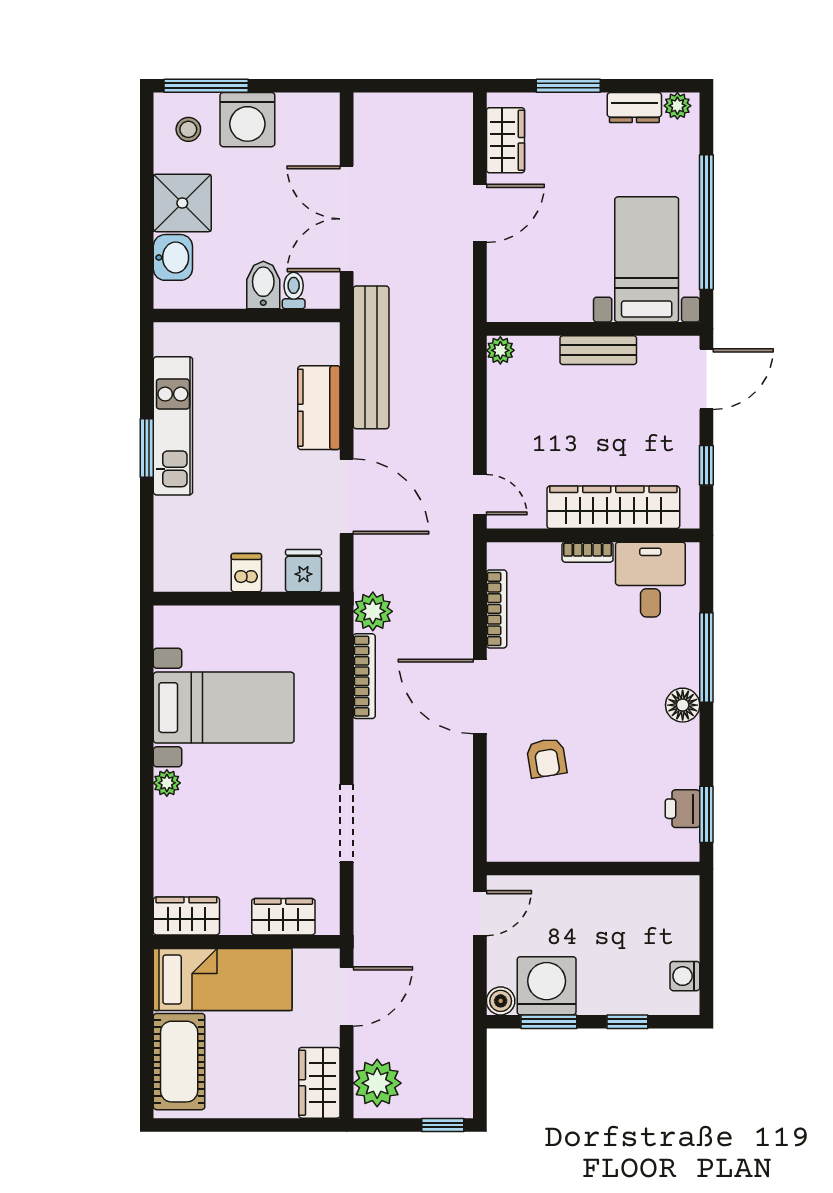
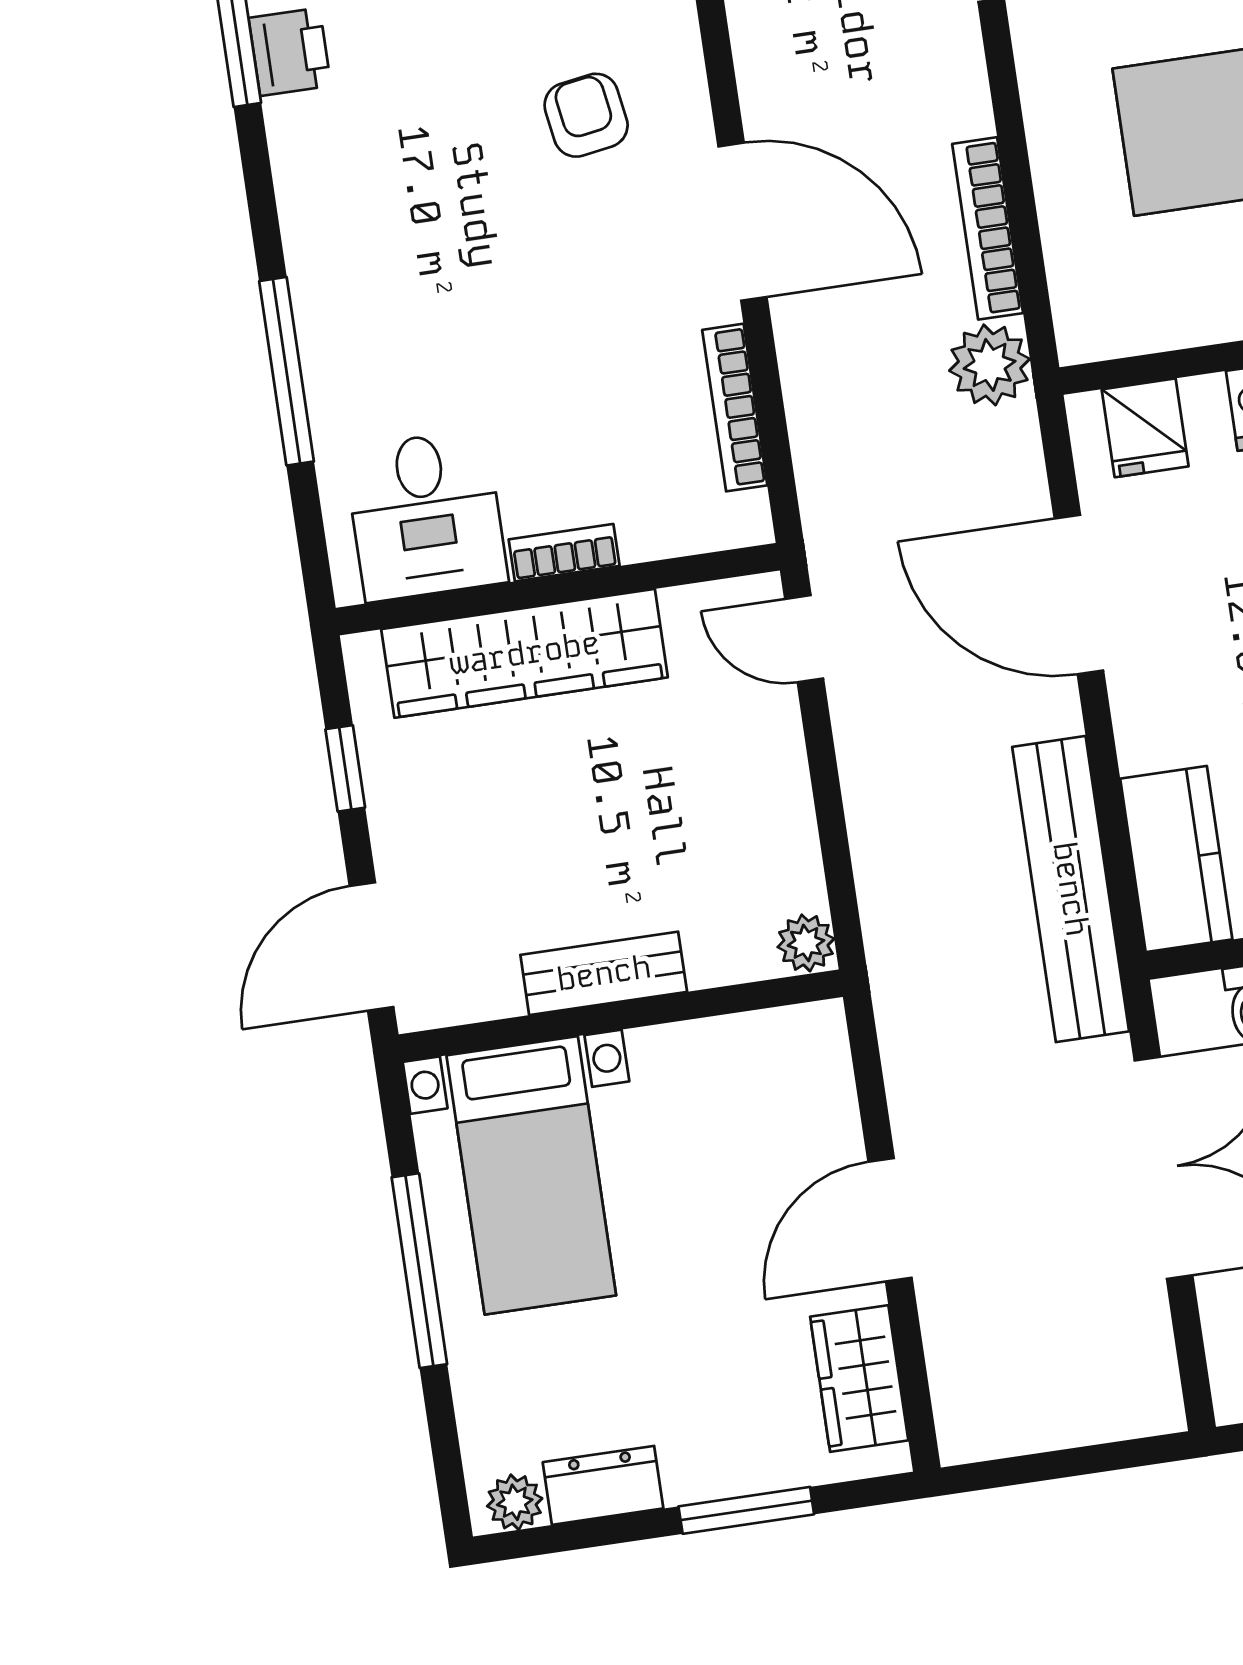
window: (706, 222) -> (419, 1271), width x0.68
kitchen counter: (319, 408) -> (1176, 859), moved
floor lamp: (683, 705) -> (321, 266), removed

